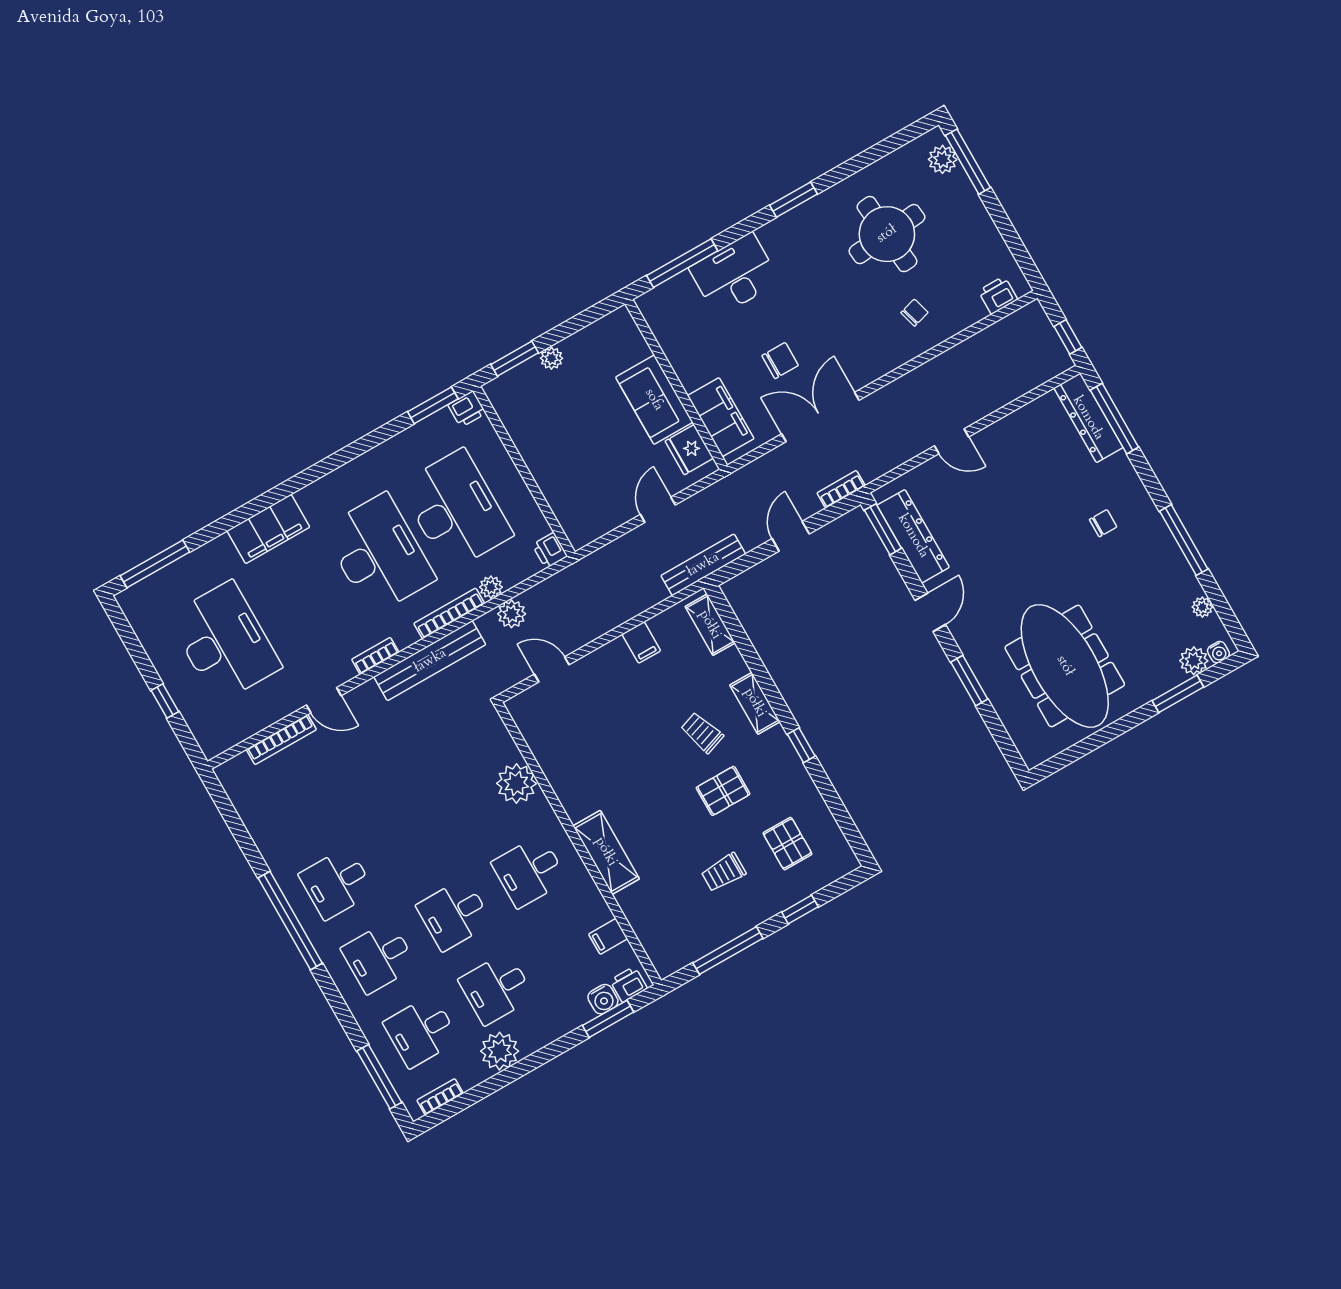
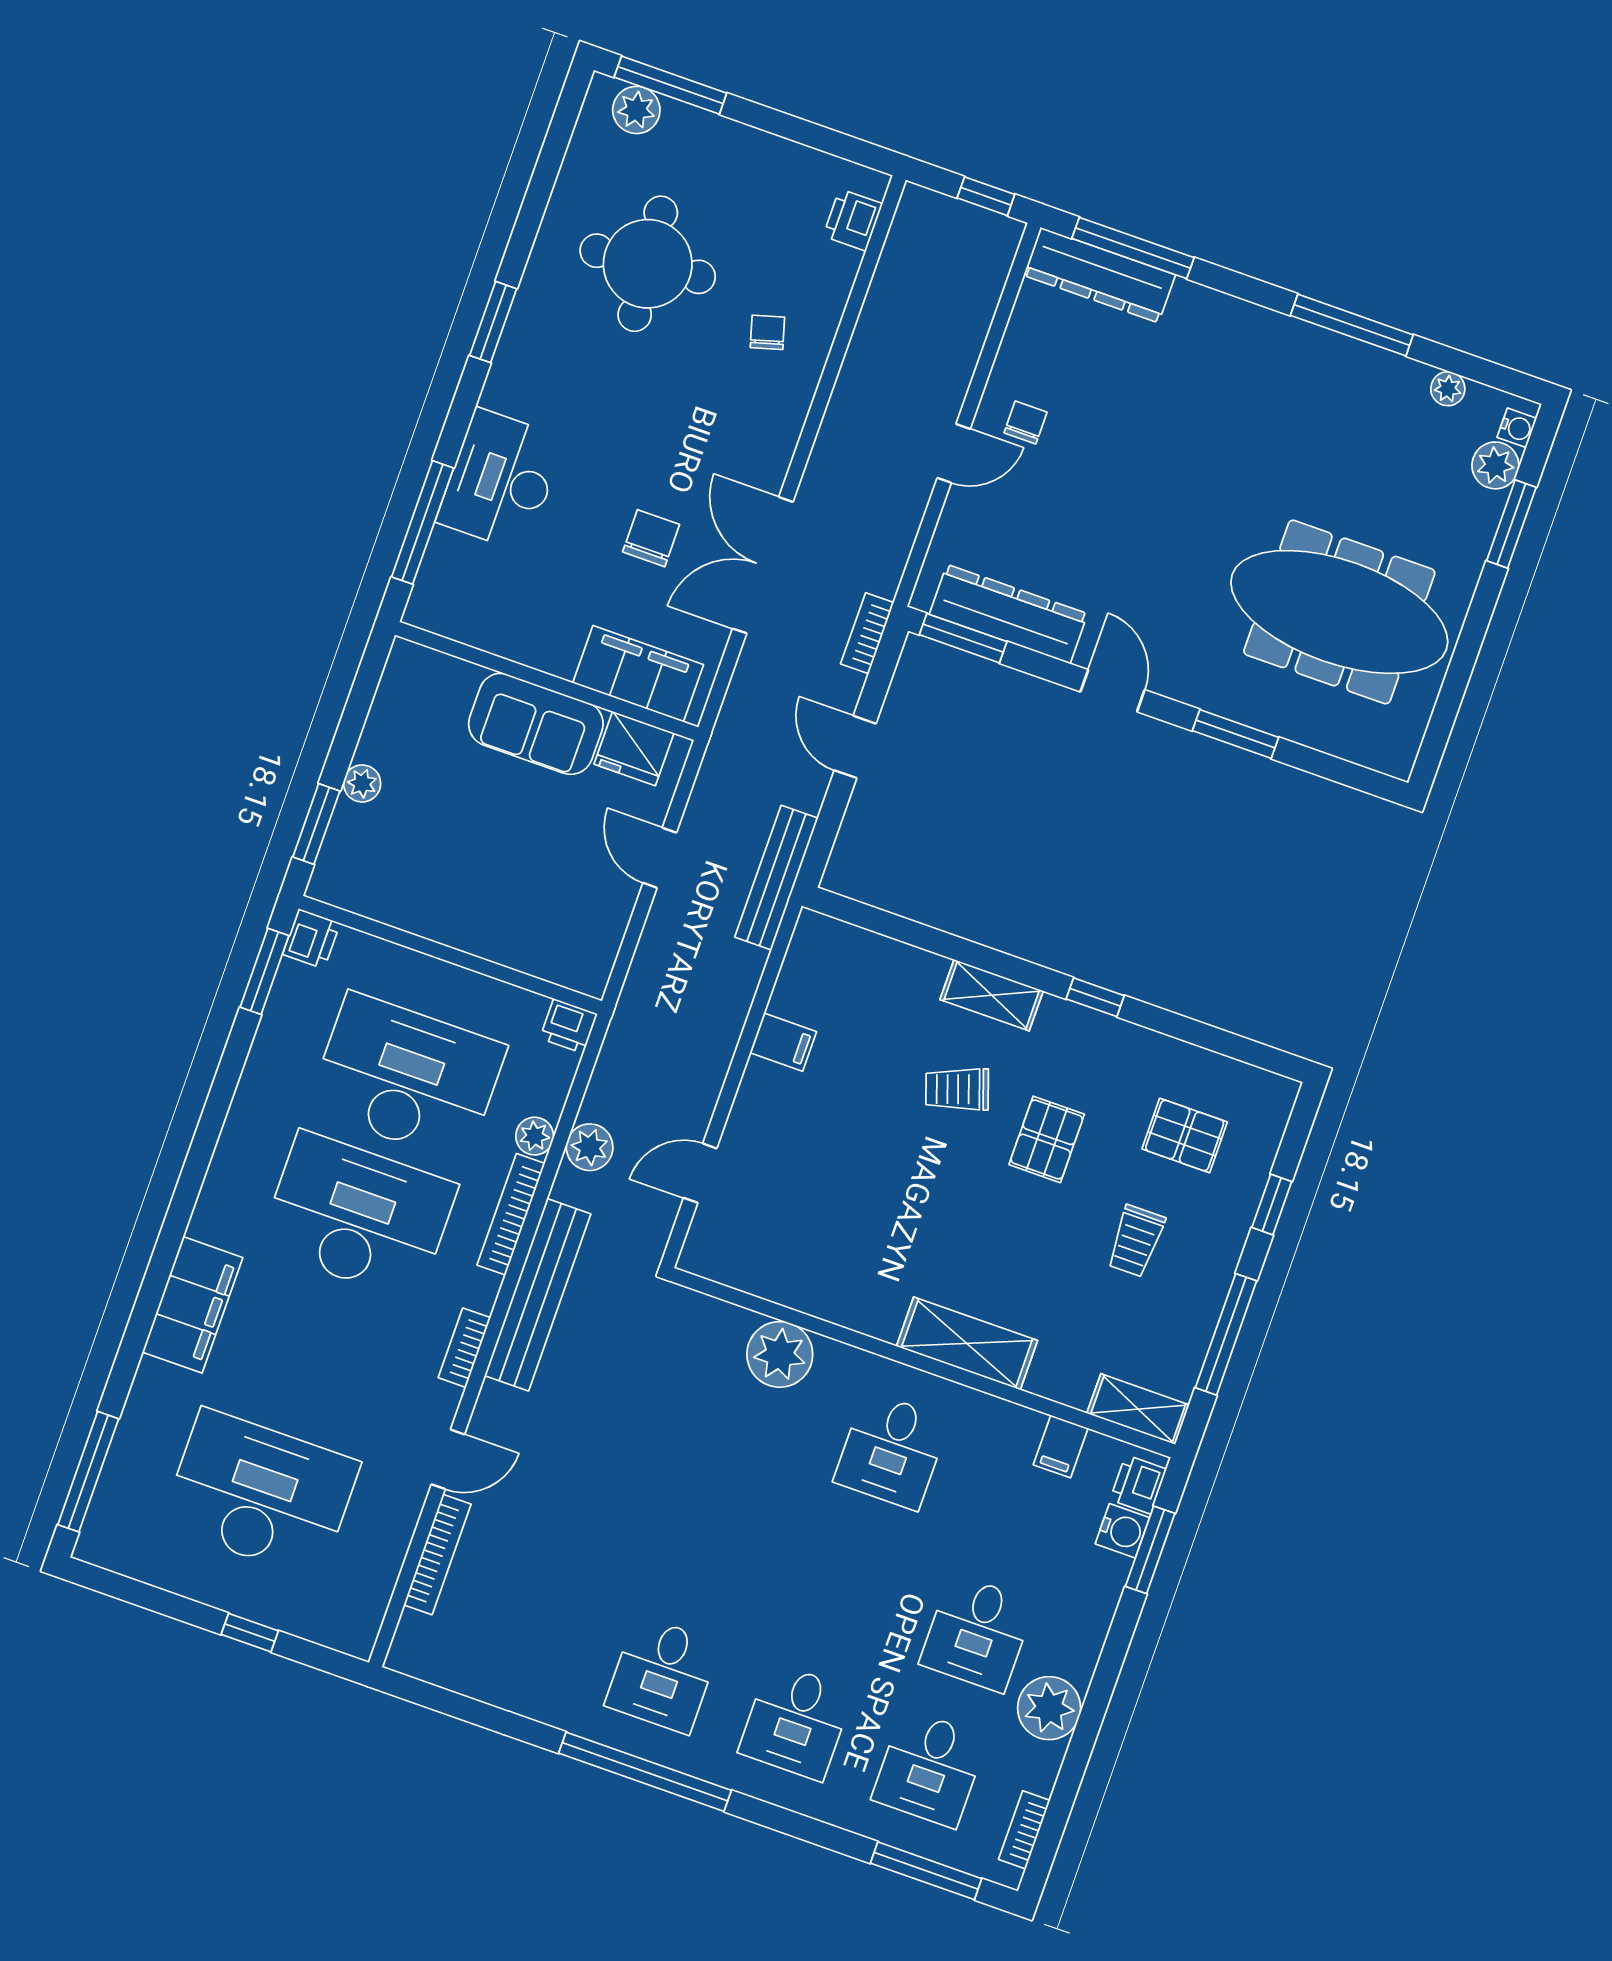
chair: (1103, 523) -> (1026, 422), moved
shelving: (710, 625) -> (1138, 1409), moved
desk: (454, 914) -> (844, 1586), removed

